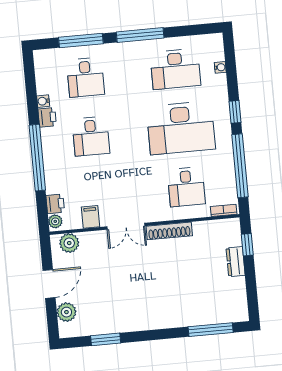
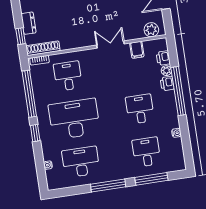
printer: (47, 117) -> (167, 83), moved
plant: (55, 221) -> (166, 71), moved
shoe rack: (169, 231) -> (43, 48), moved

